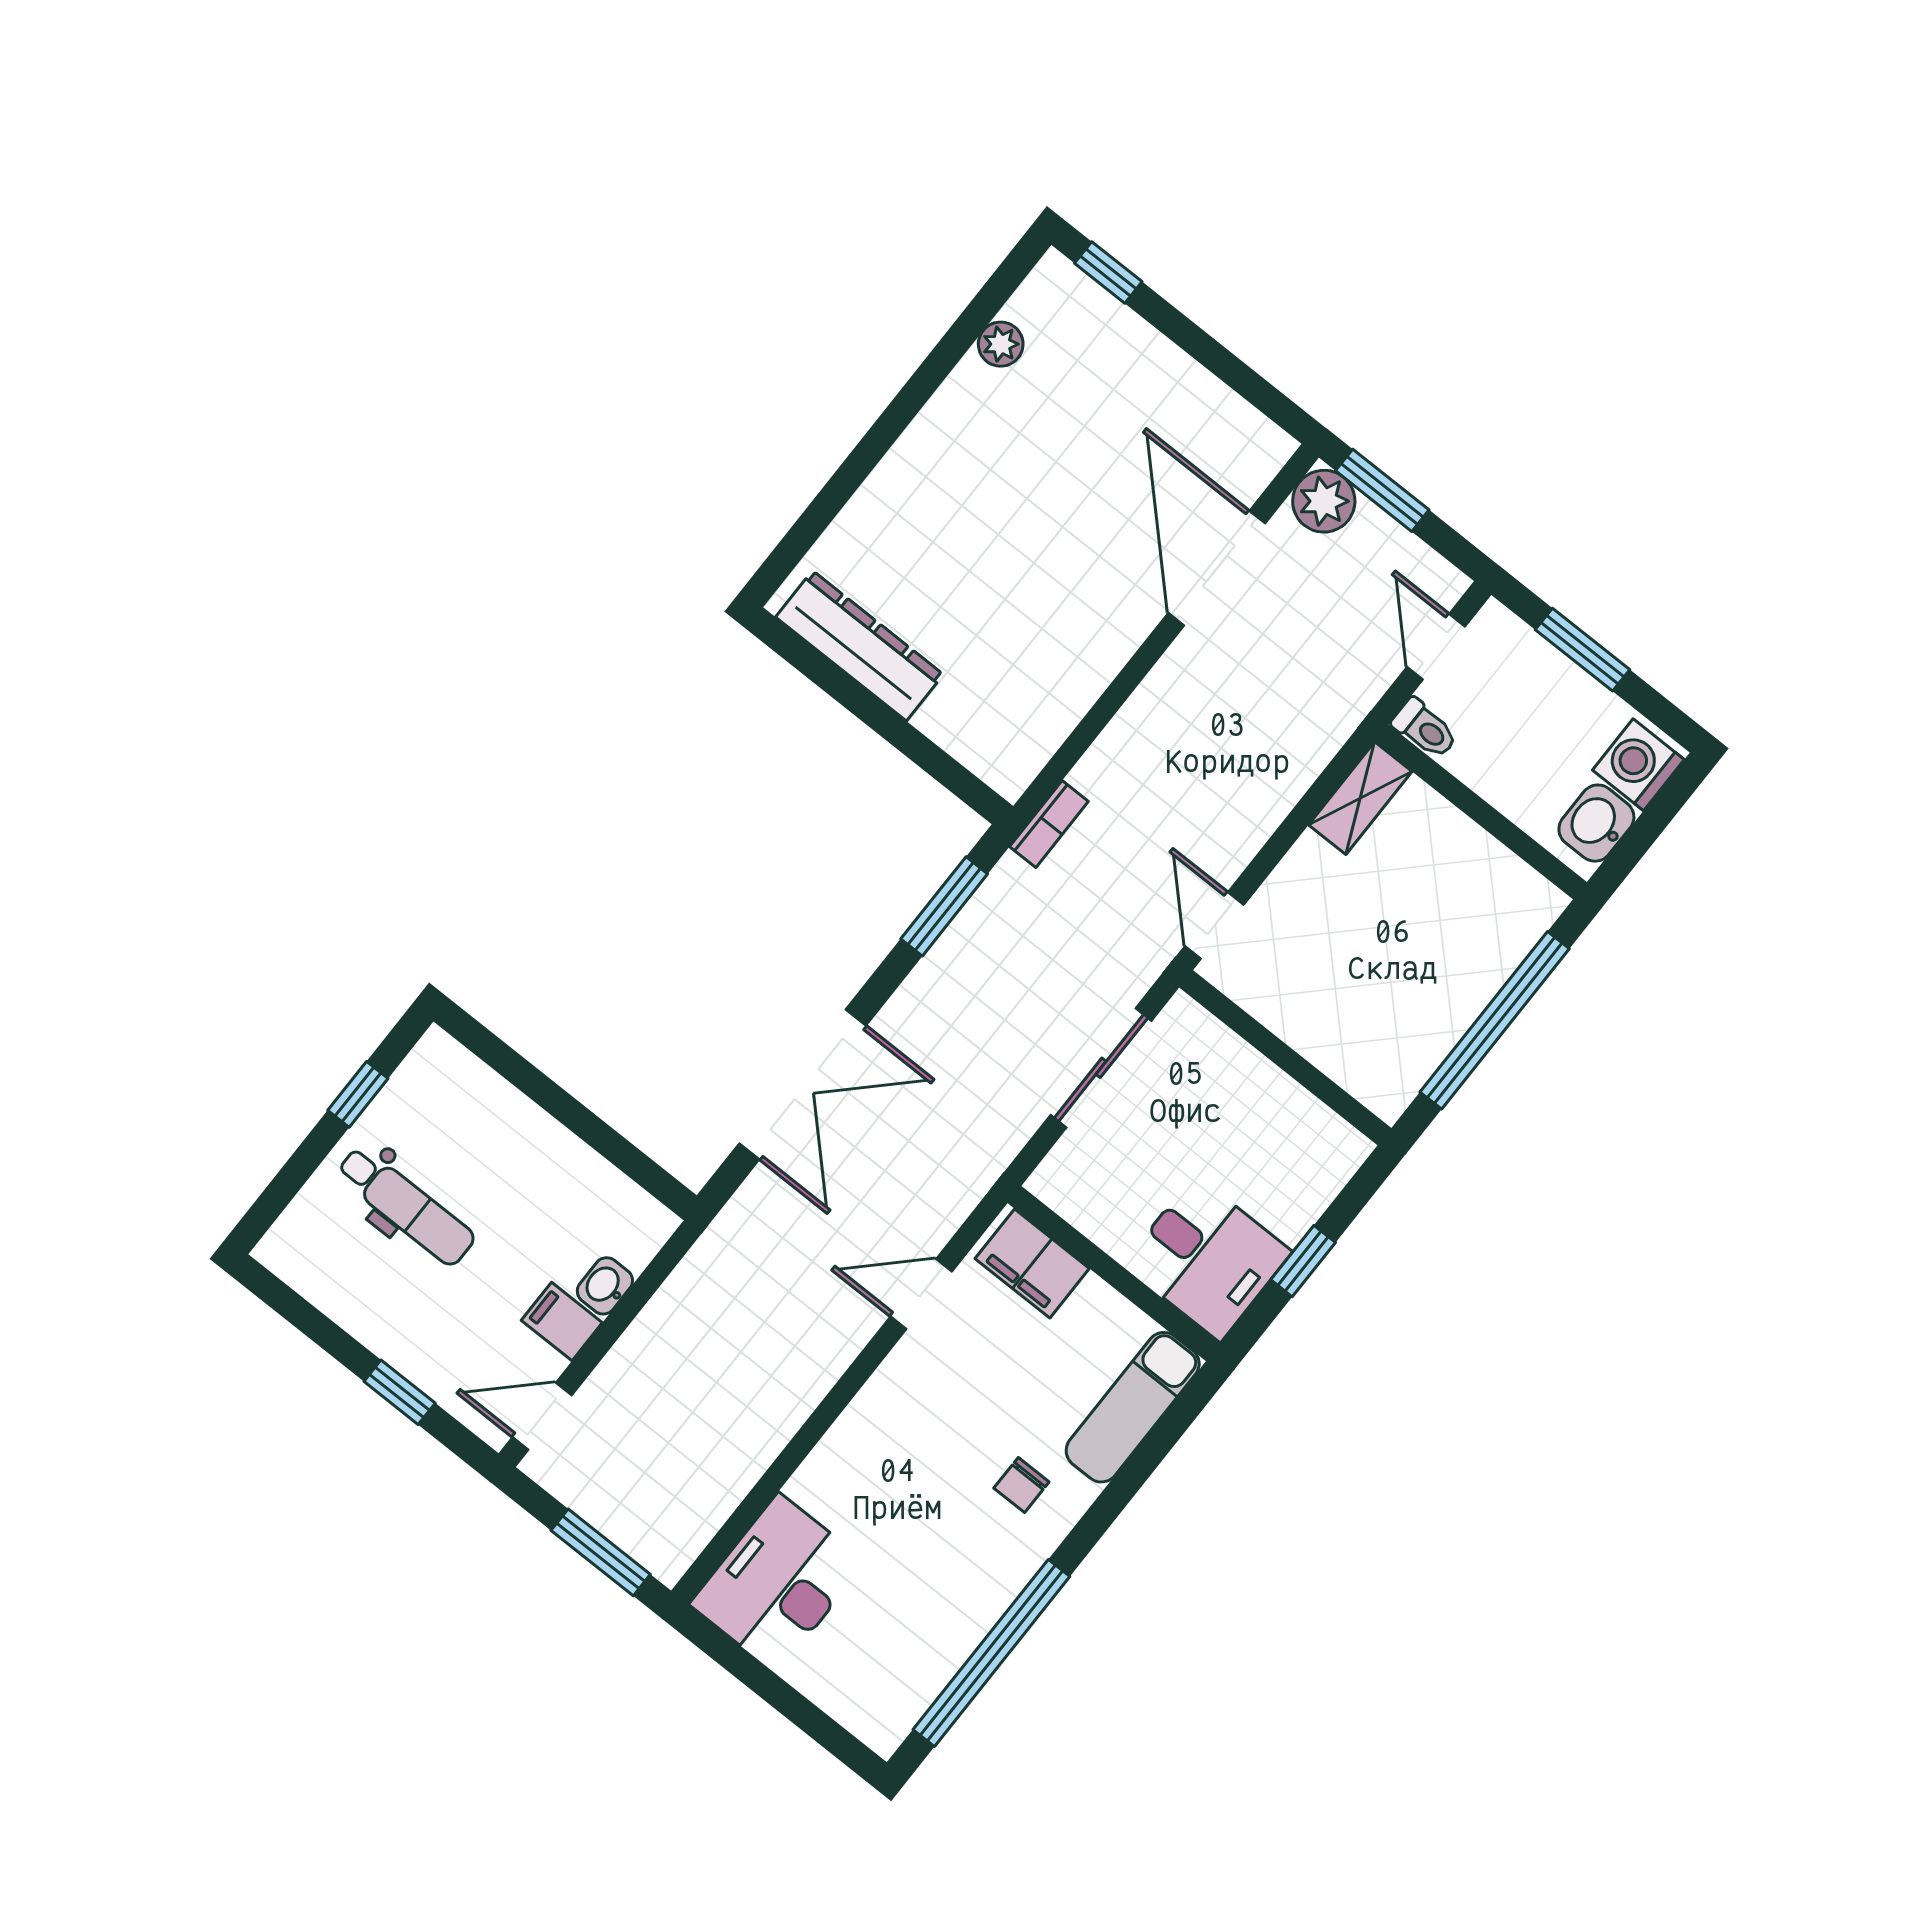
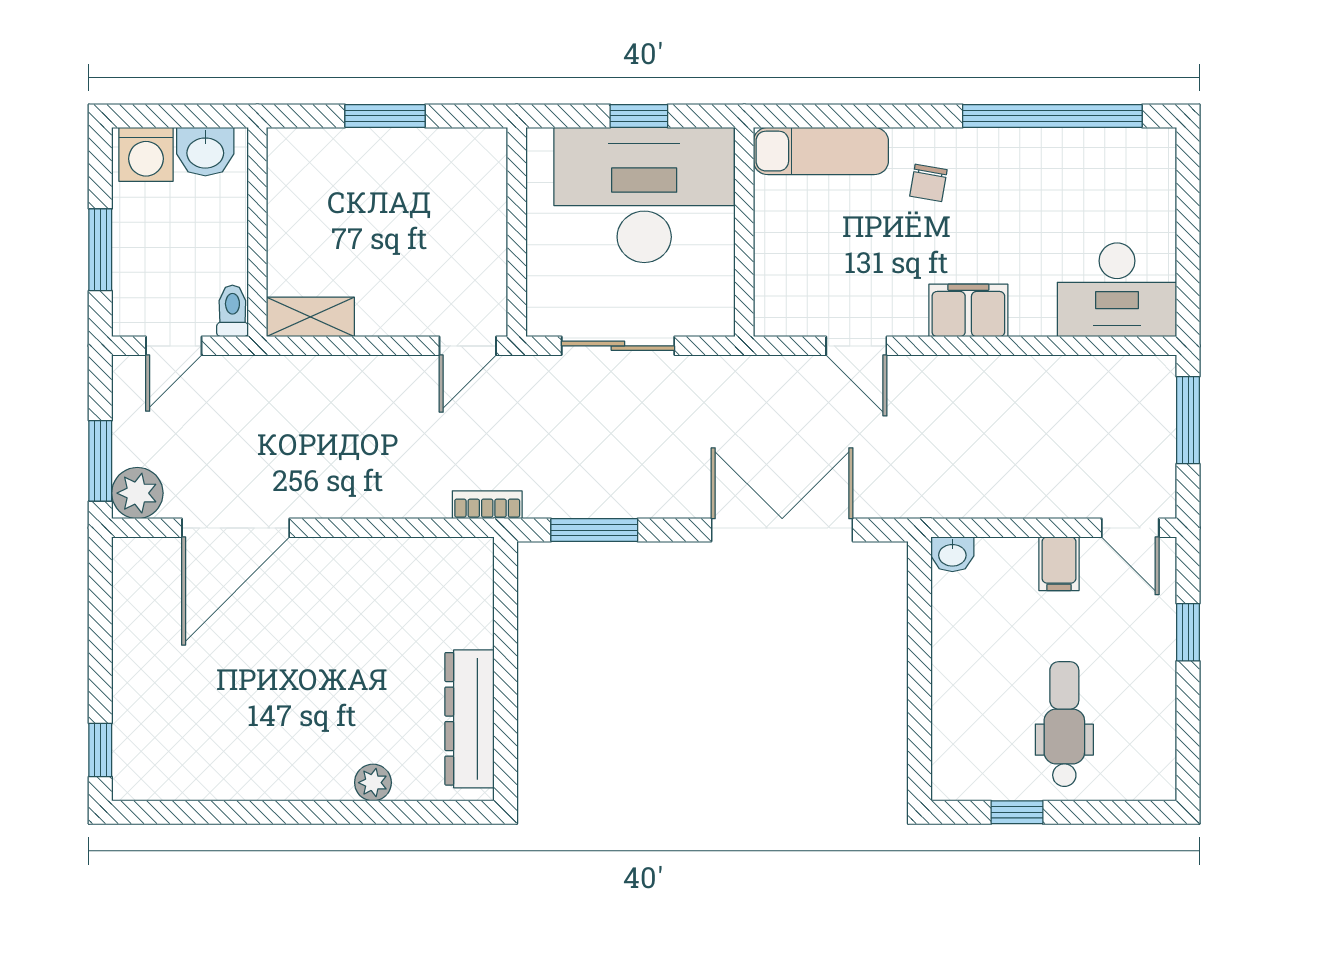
plant: (1001, 344) -> (373, 783), moved
window: (1495, 1020) -> (385, 116), width x0.47
desk: (1207, 1258) -> (644, 195), width x1.87, depth x1.30
filing cabinet: (1032, 1264) -> (968, 310), moved, turned -90
washbasin: (605, 1286) -> (952, 554), moved
chair: (1021, 1485) -> (928, 183), turned 100

